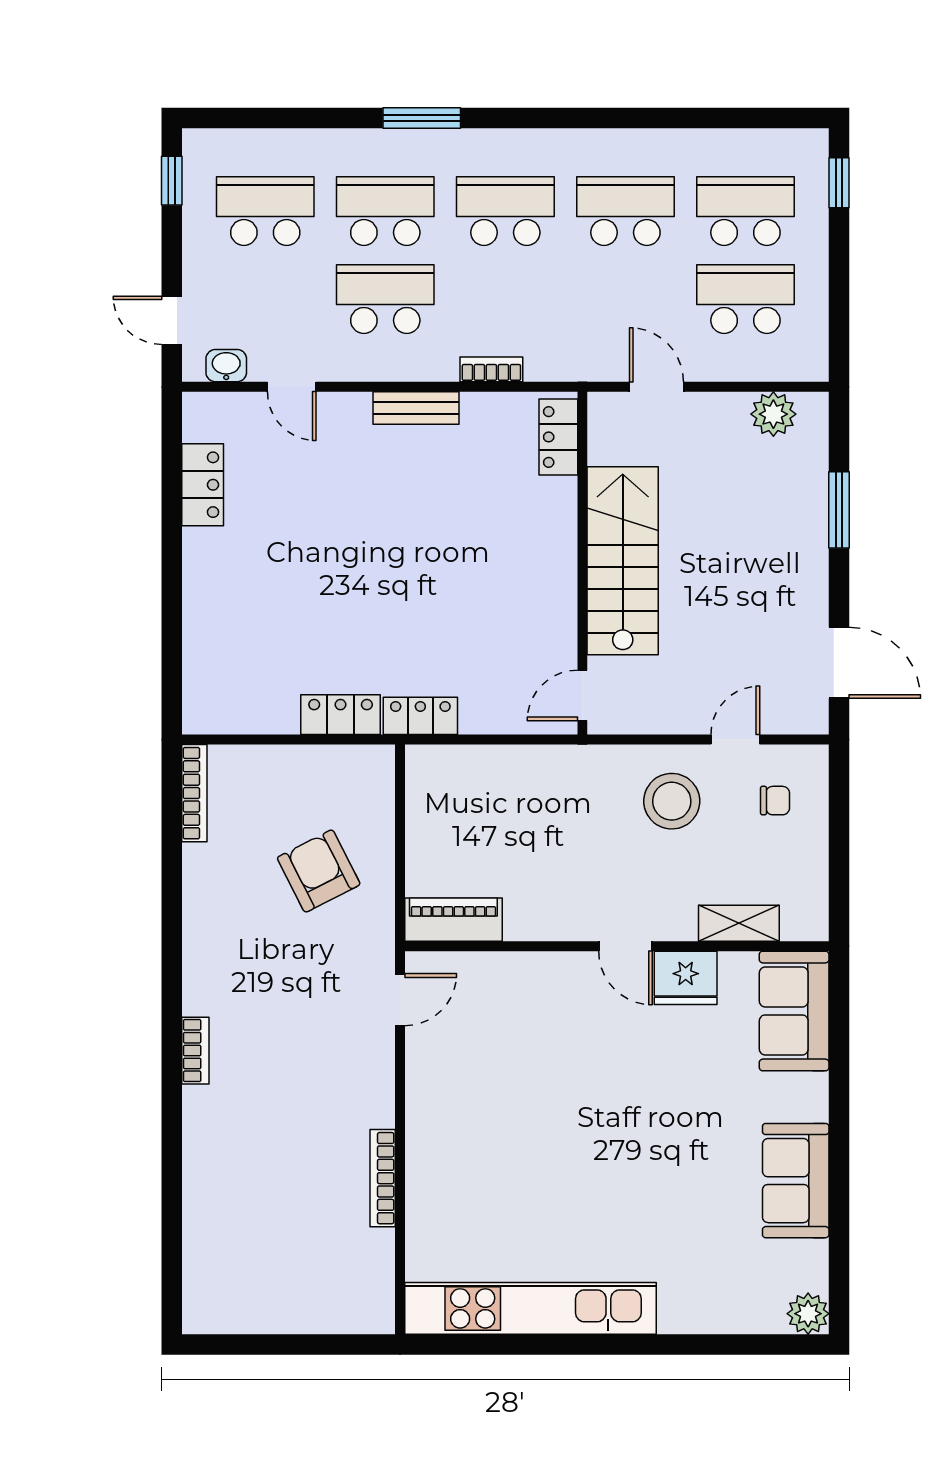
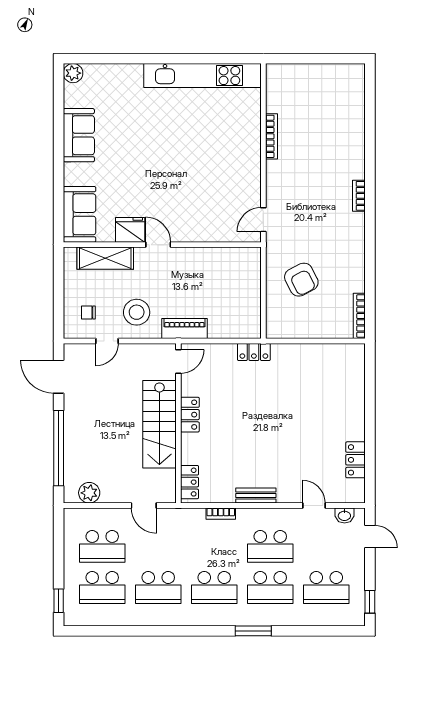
window: (839, 510) -> (59, 448), width x2.11
locker: (341, 715) -> (190, 415), moved, turned -90
piano: (453, 920) -> (184, 329), moved, turned 180
shelving: (739, 923) -> (105, 258), width x1.50, depth x1.33

